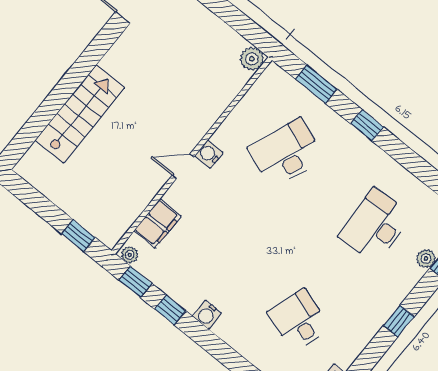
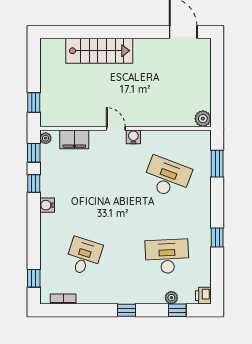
window: (367, 125) -> (217, 238), moved

